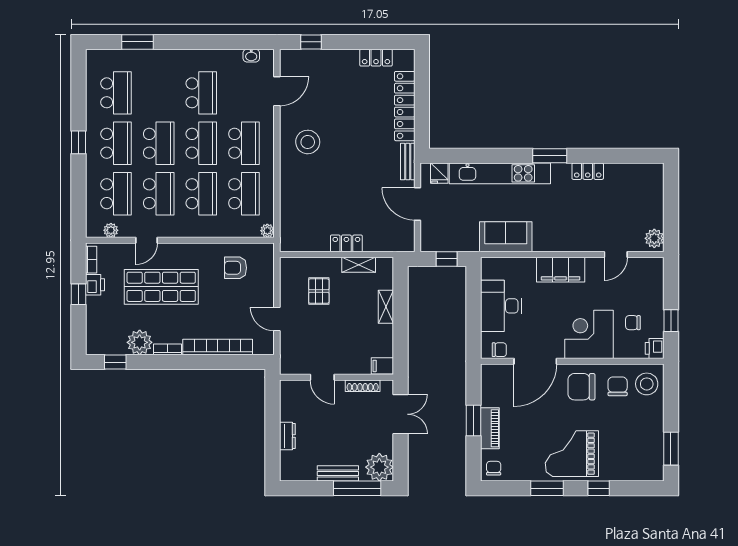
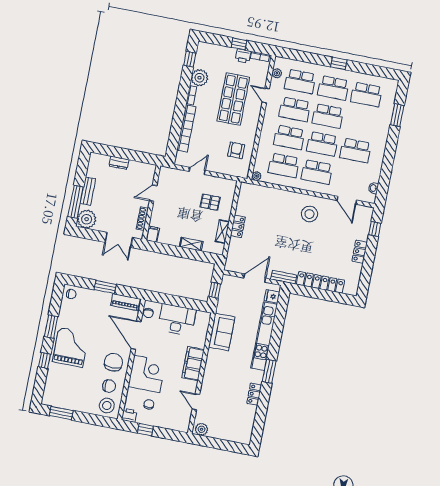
locker: (376, 58) -> (360, 252), moved
piano: (490, 428) -> (125, 302), moved

